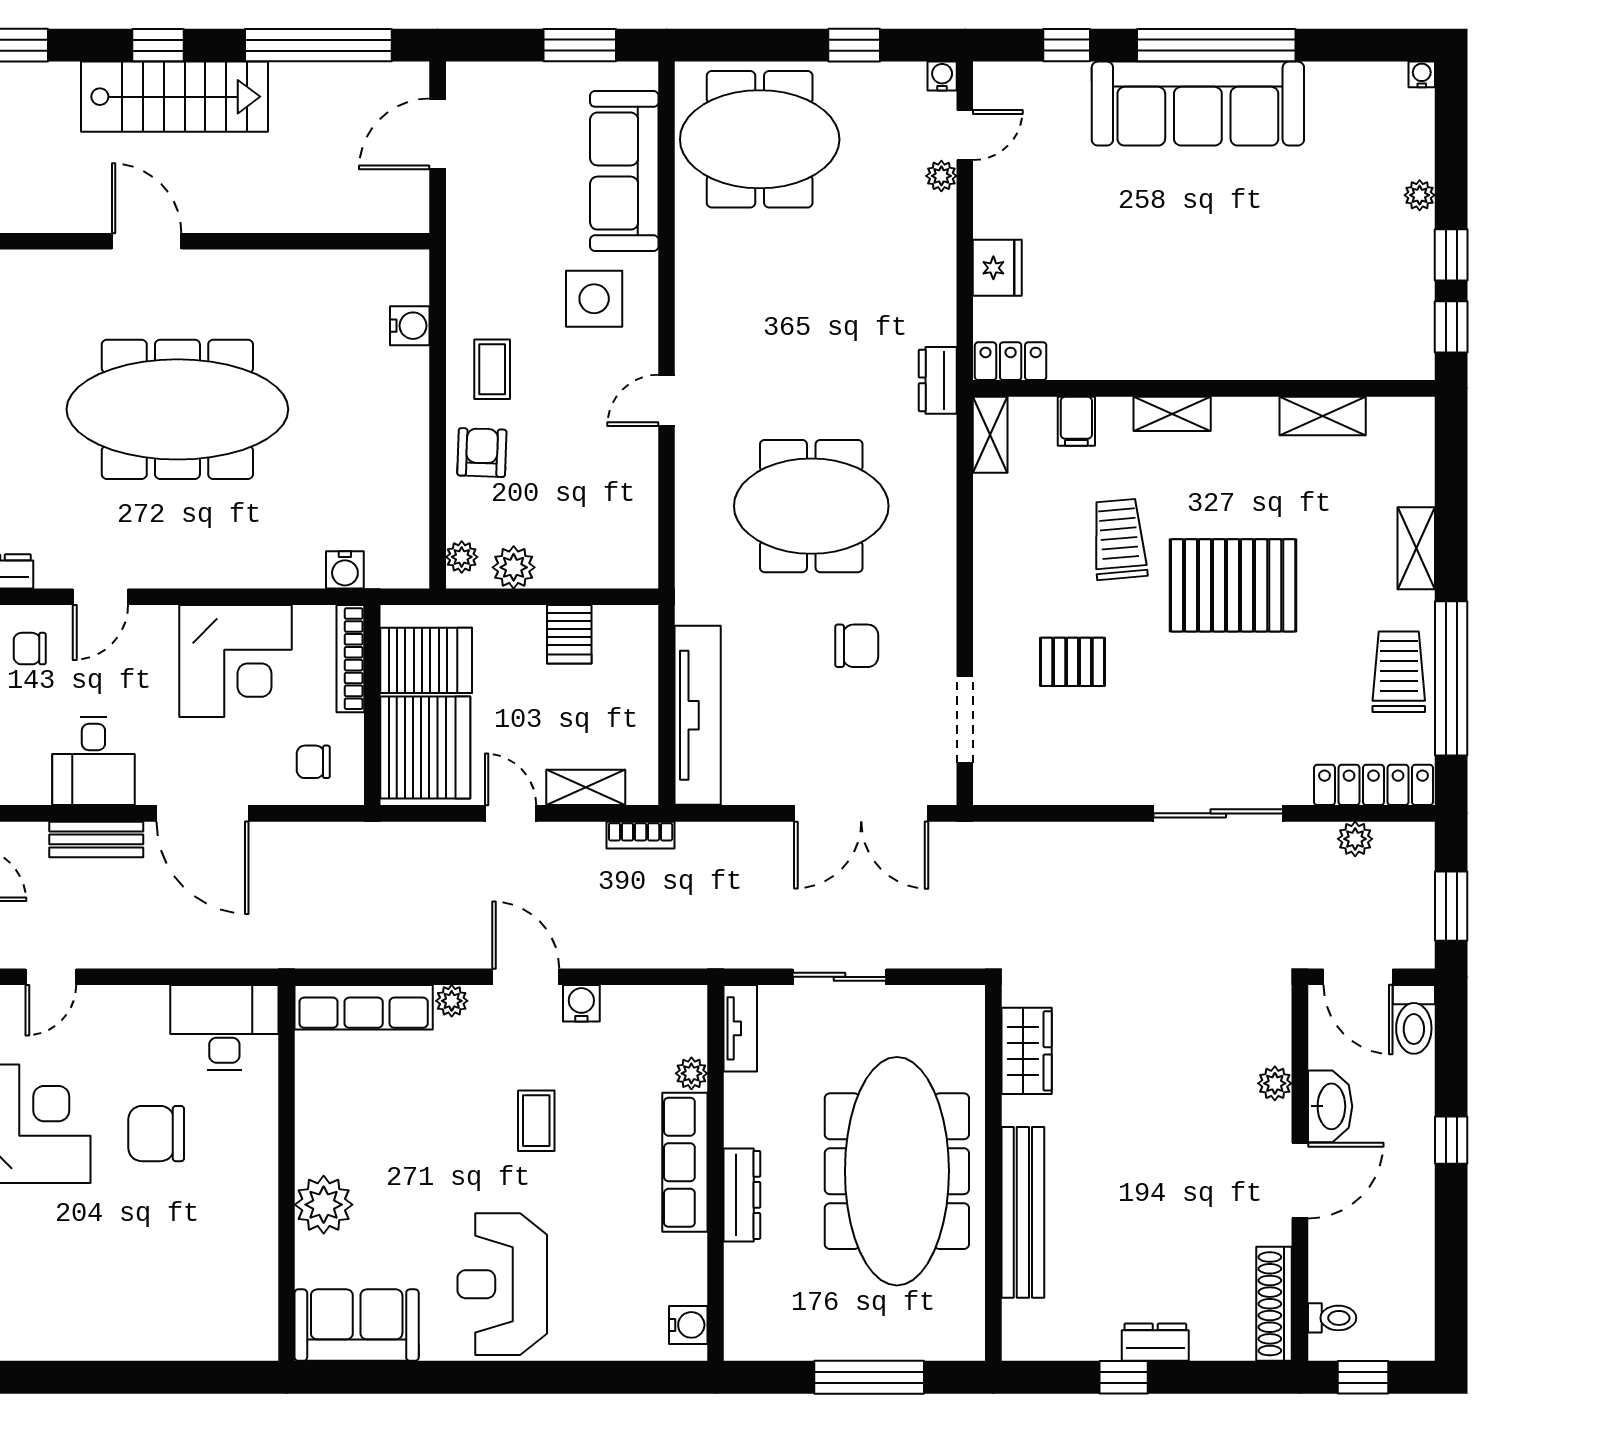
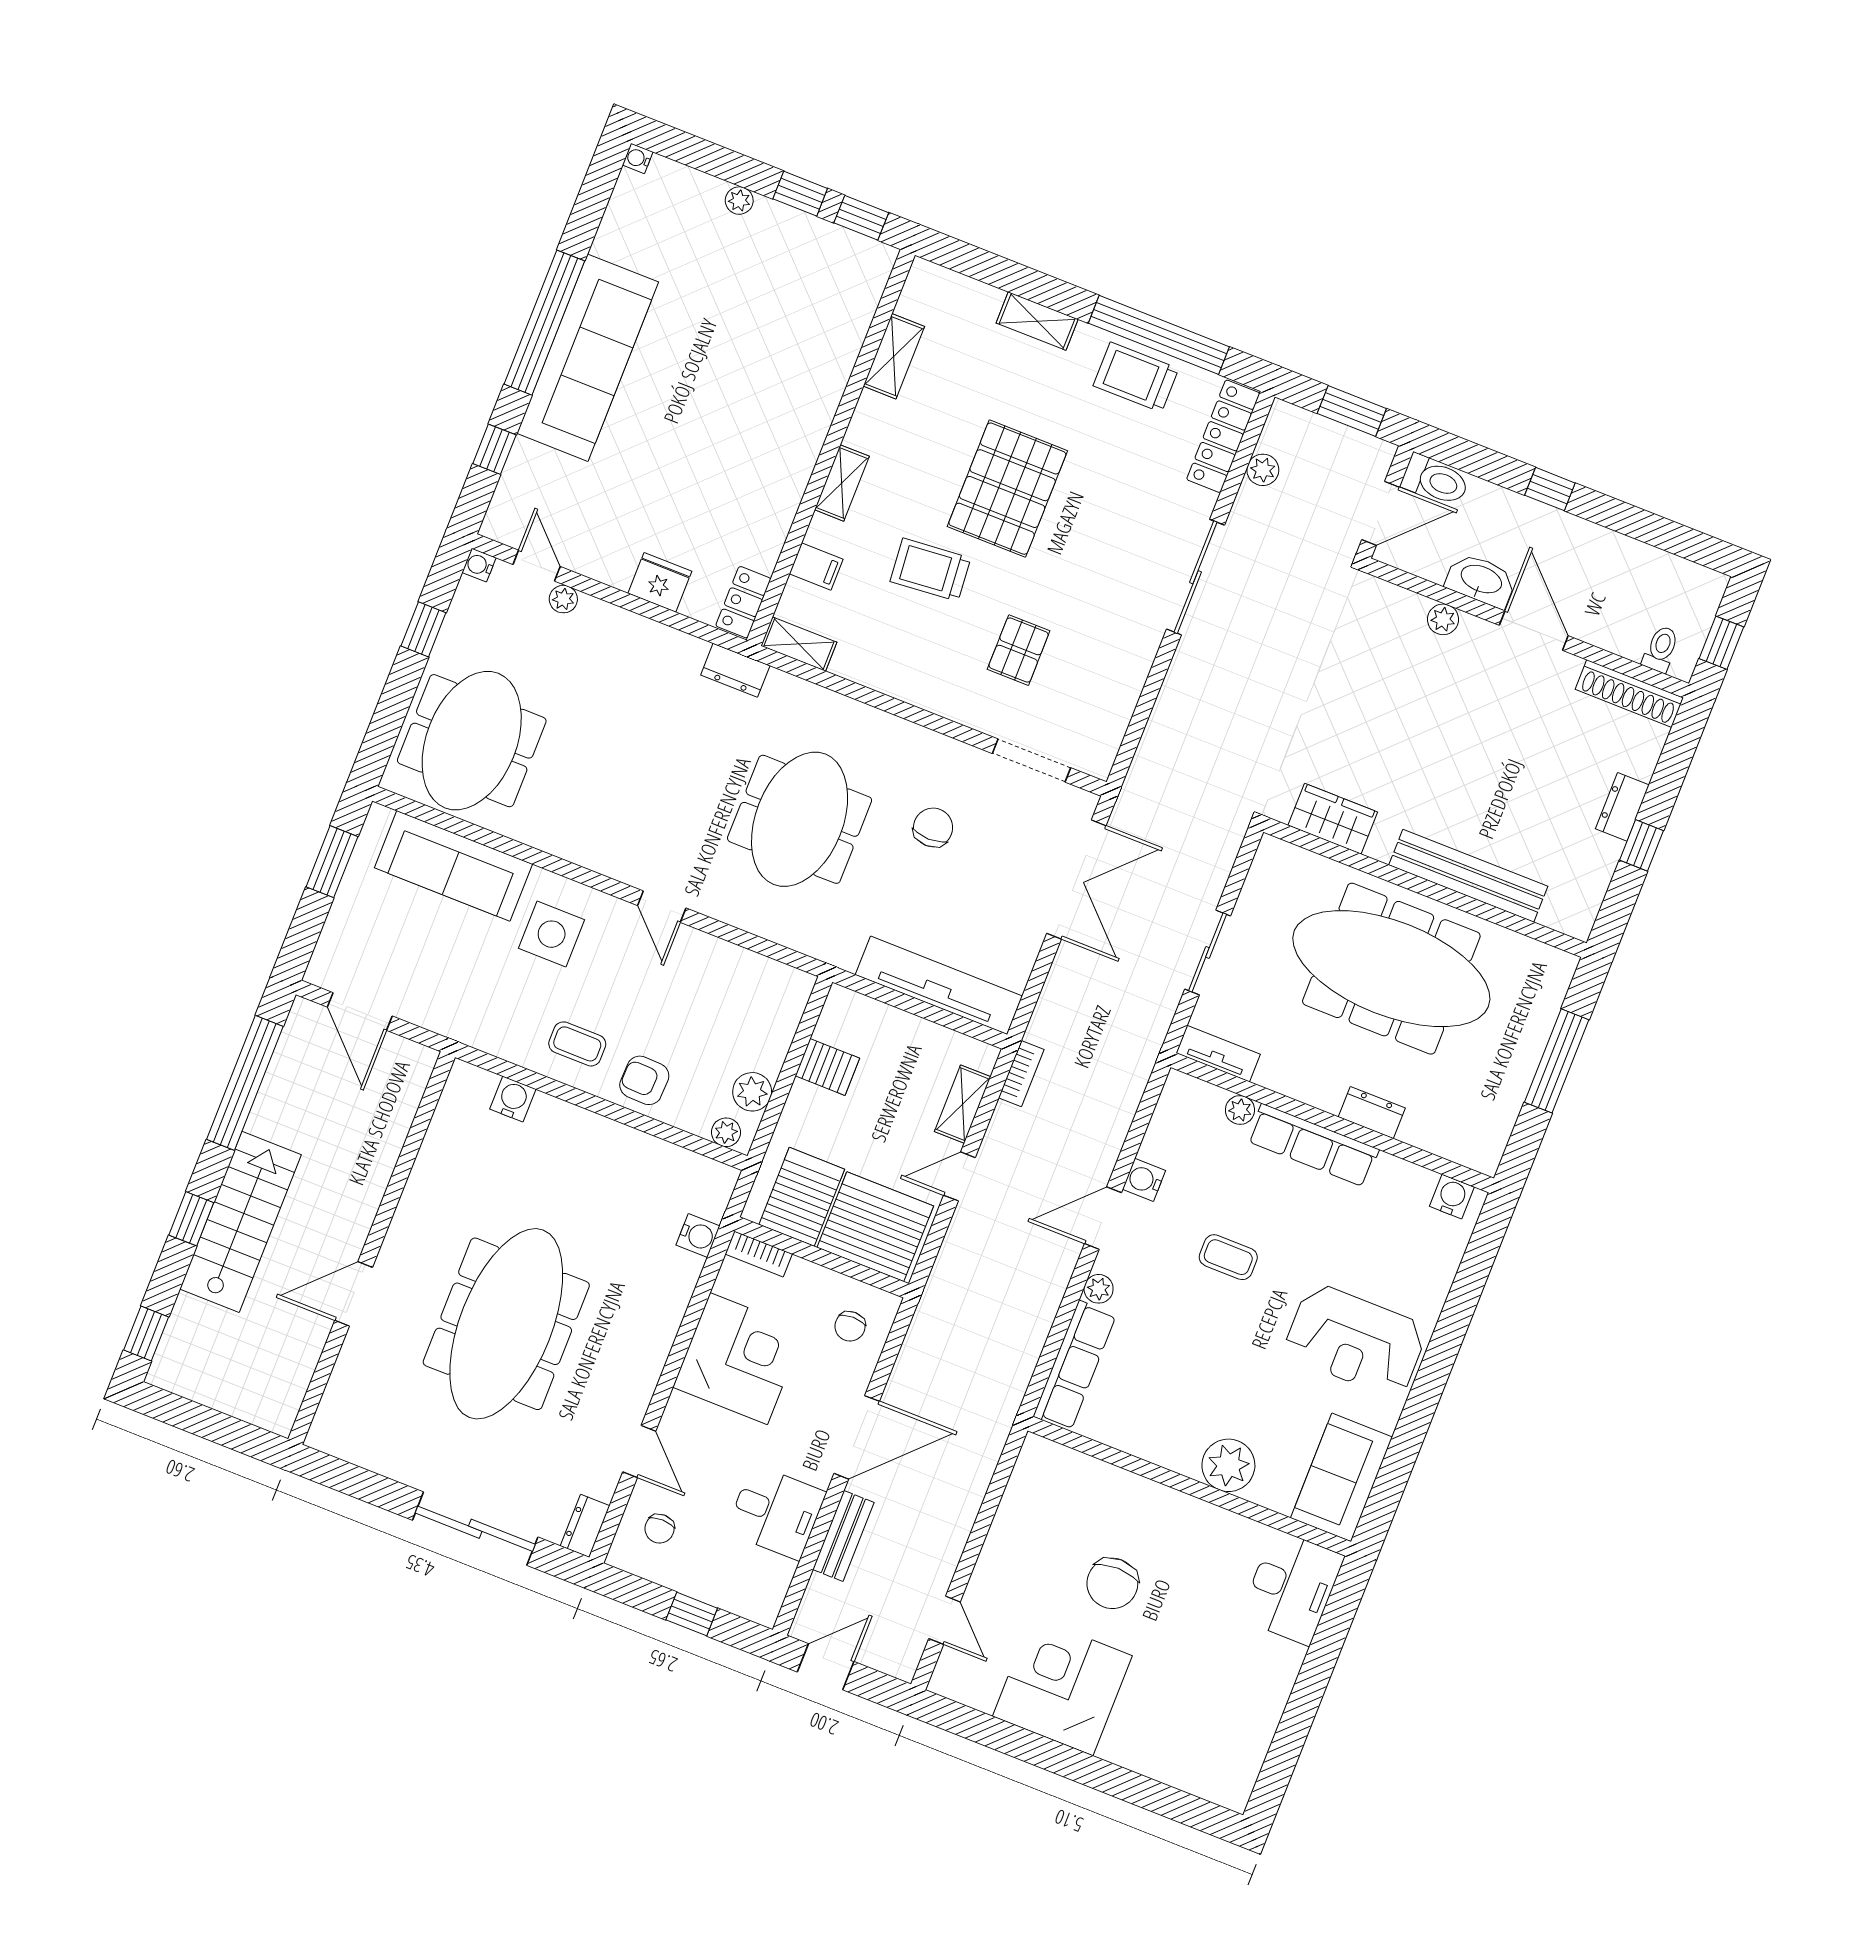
bookcase: (350, 659) -> (759, 1254), width x0.64
desk: (224, 1027) -> (1292, 1587), moved, turned 180
dresser: (742, 1195) -> (1372, 1113), width x0.70

